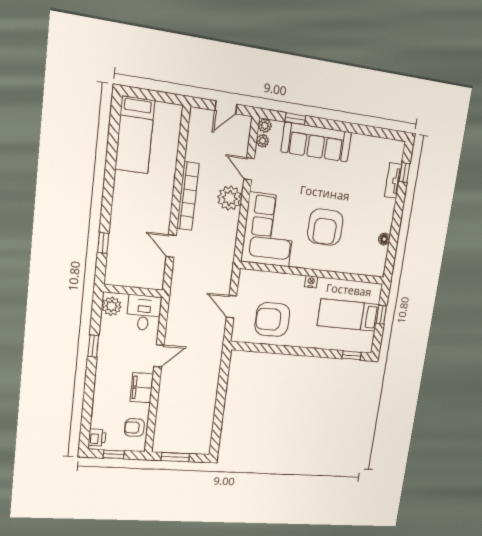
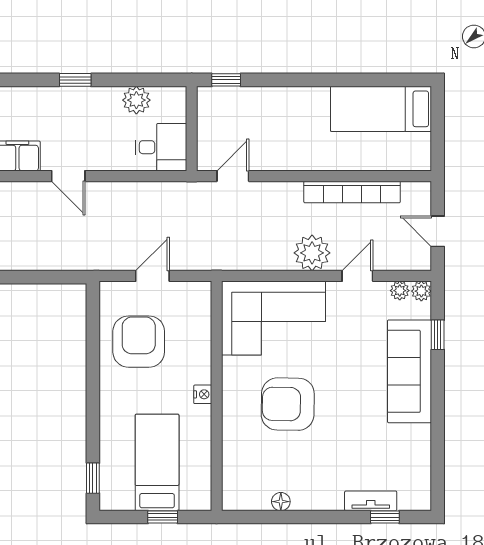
bookcase: (188, 196) -> (352, 192), moved
wall: (133, 291) -> (192, 129), moved
desk: (144, 313) -> (161, 147), moved

